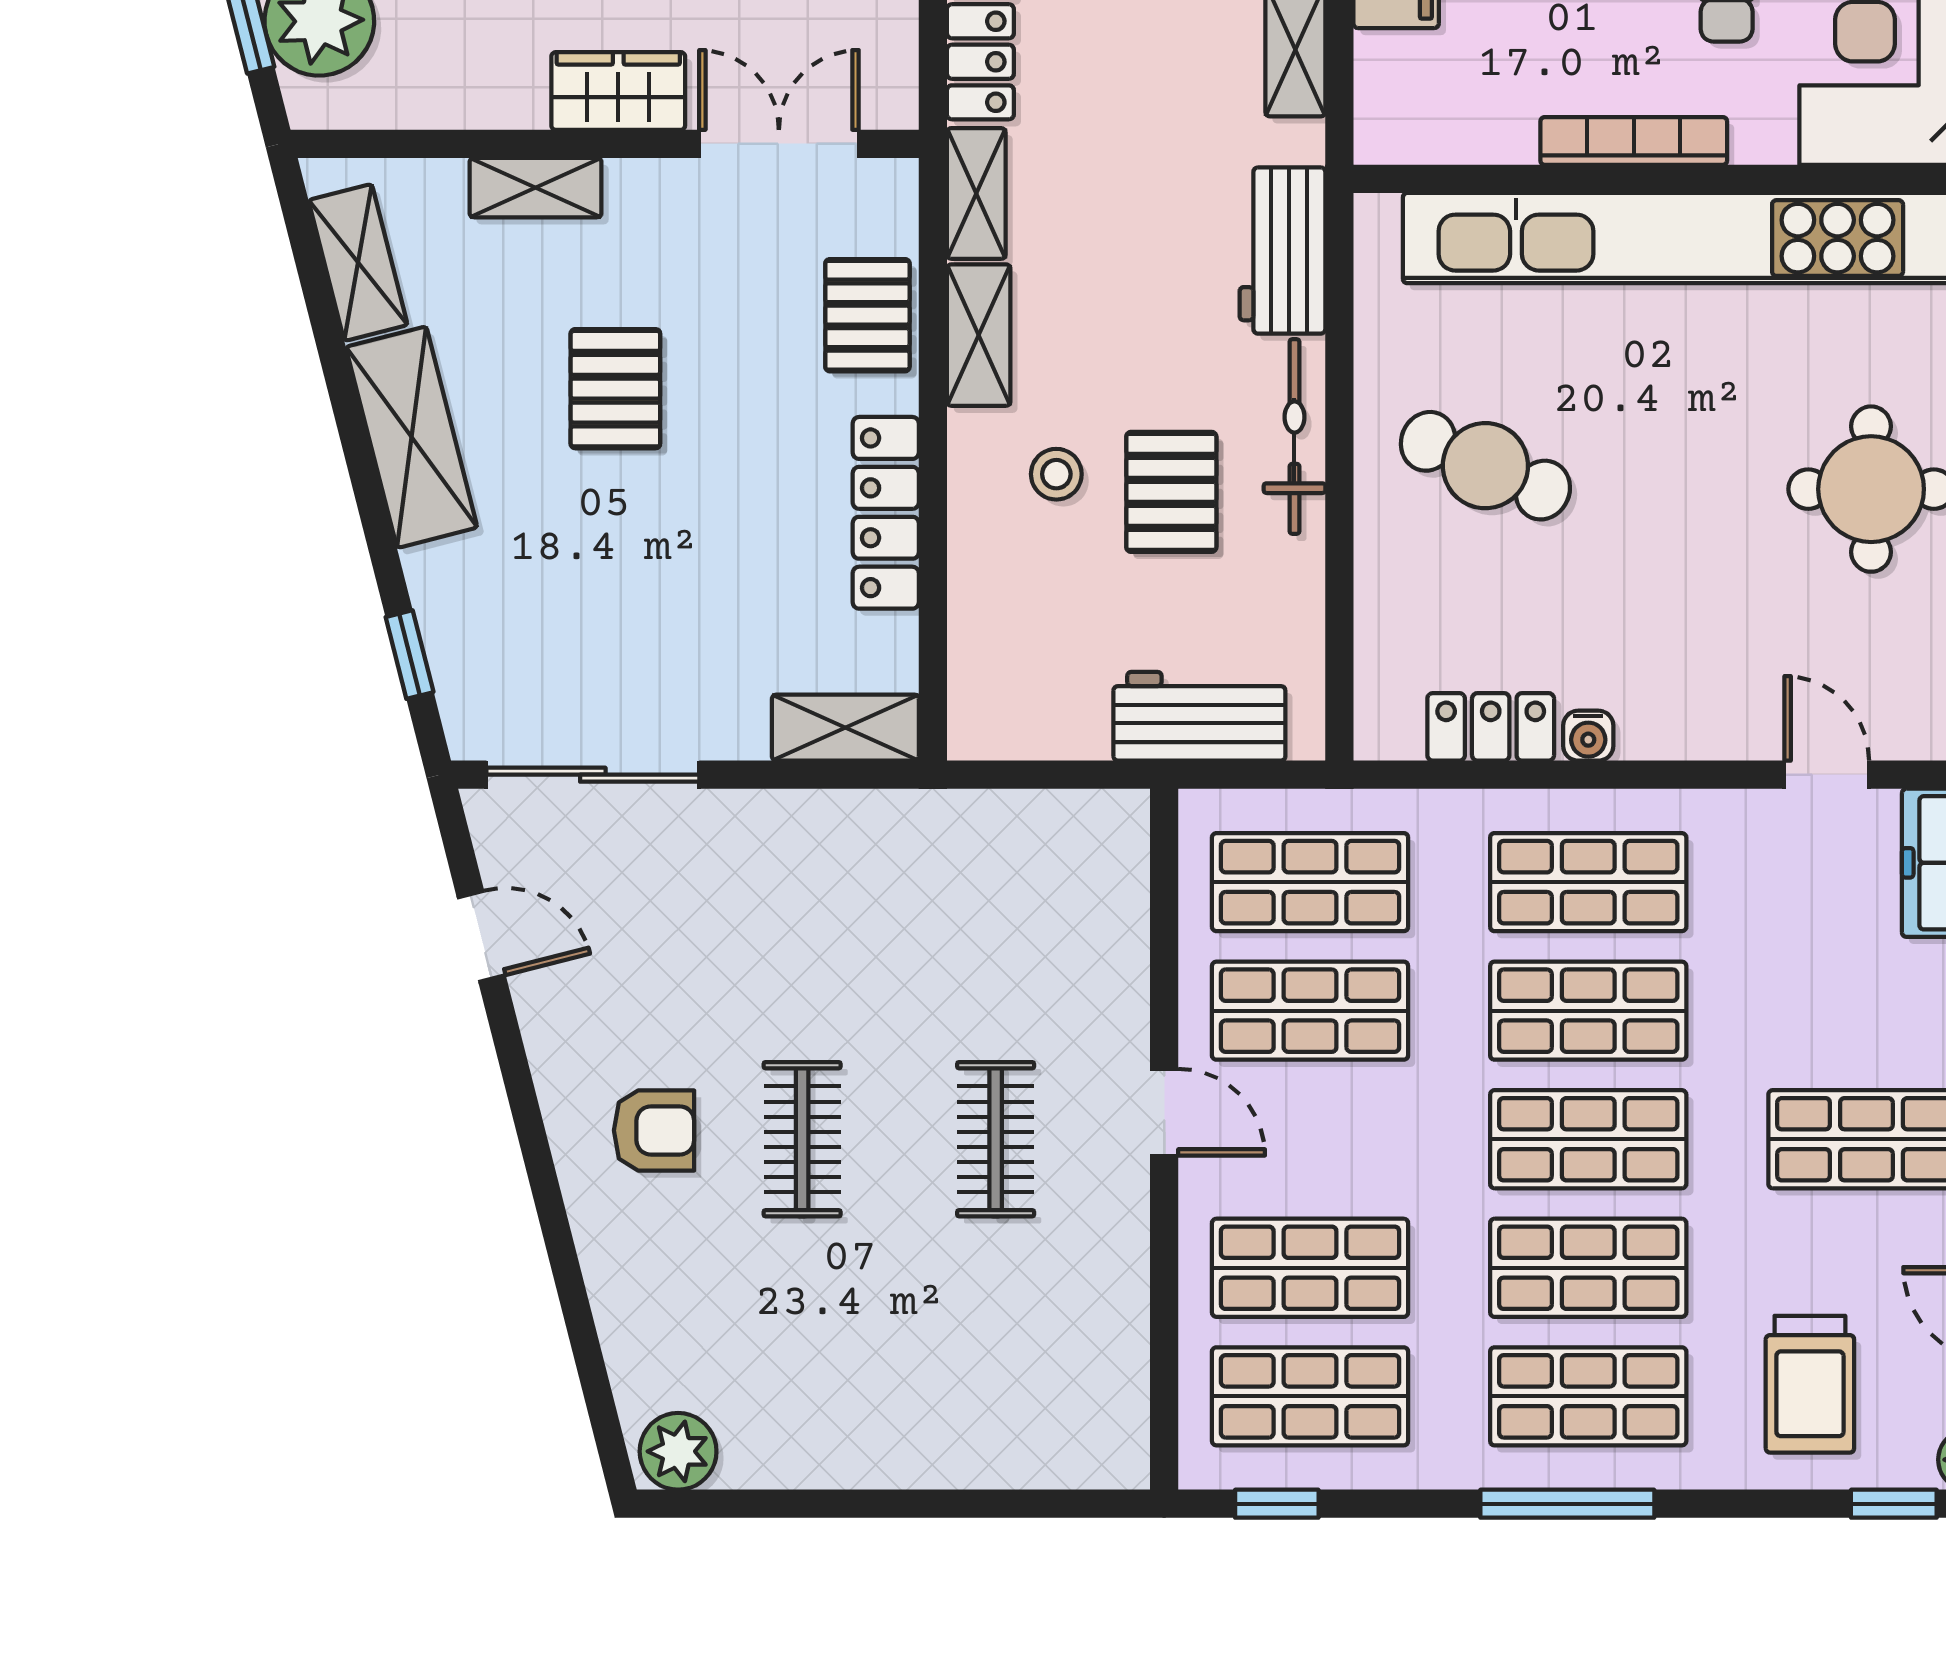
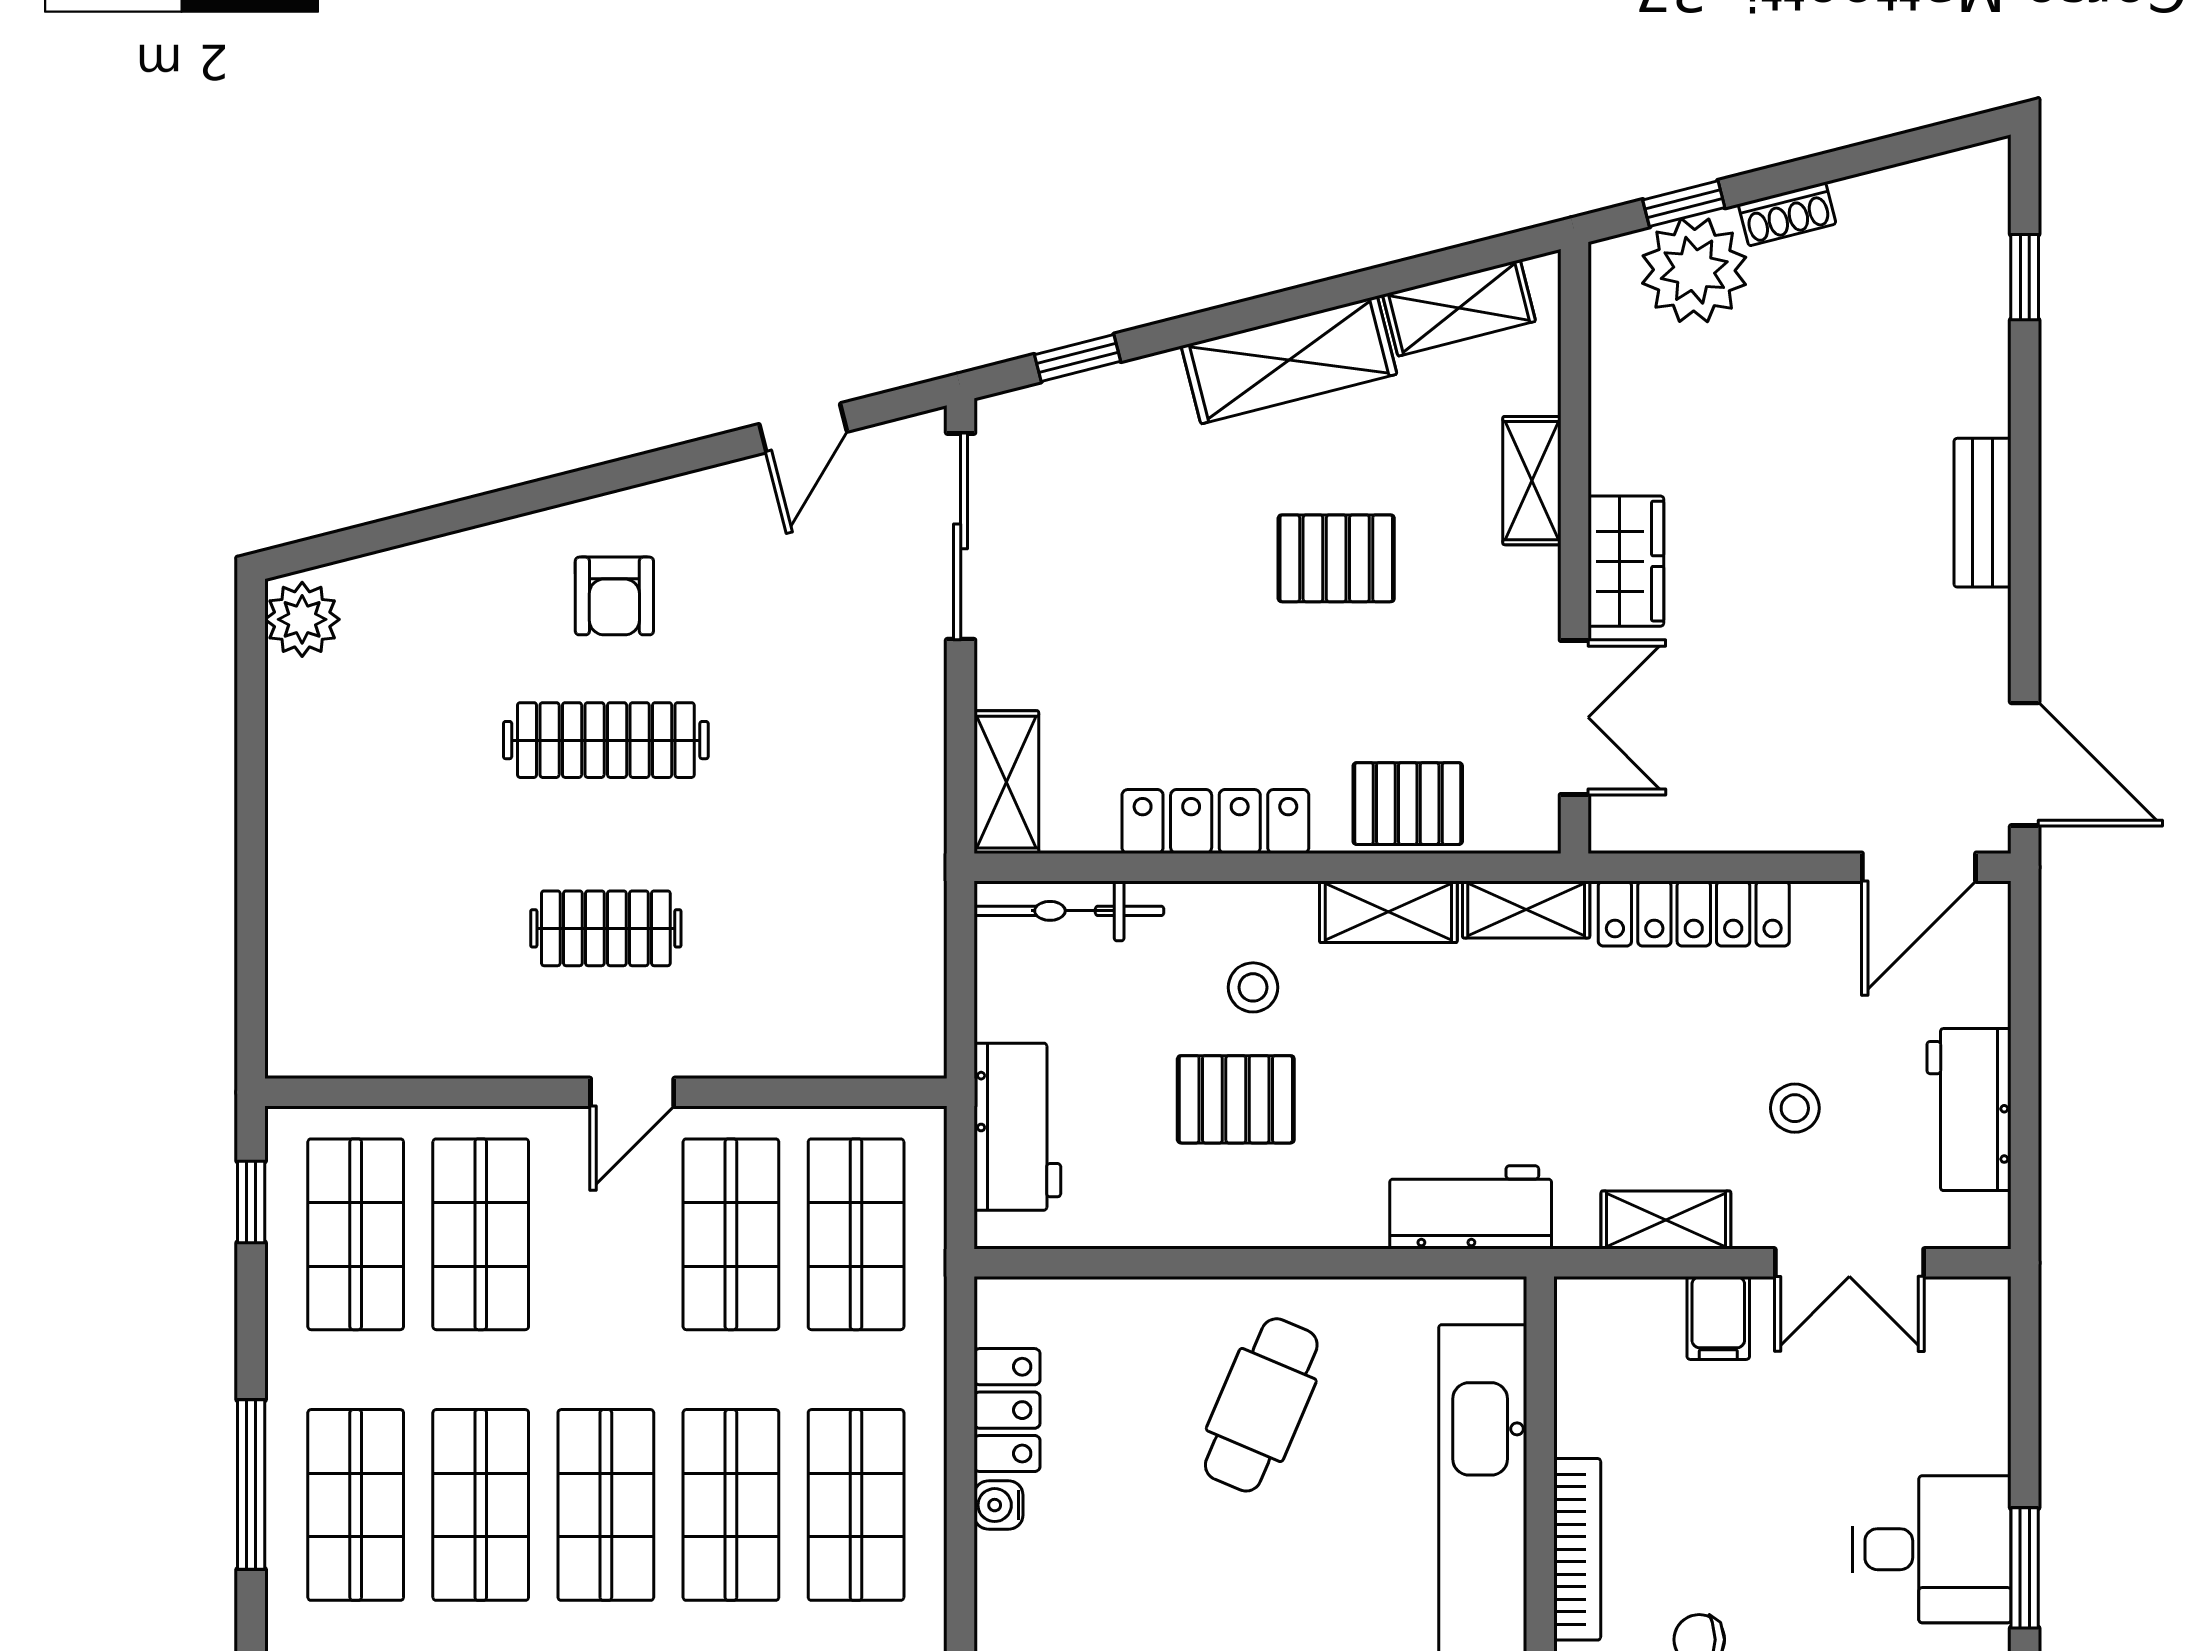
bicycle: (1294, 437) -> (1069, 911), moved, turned 180
clothes rail: (802, 1139) -> (606, 740), width x1.36

